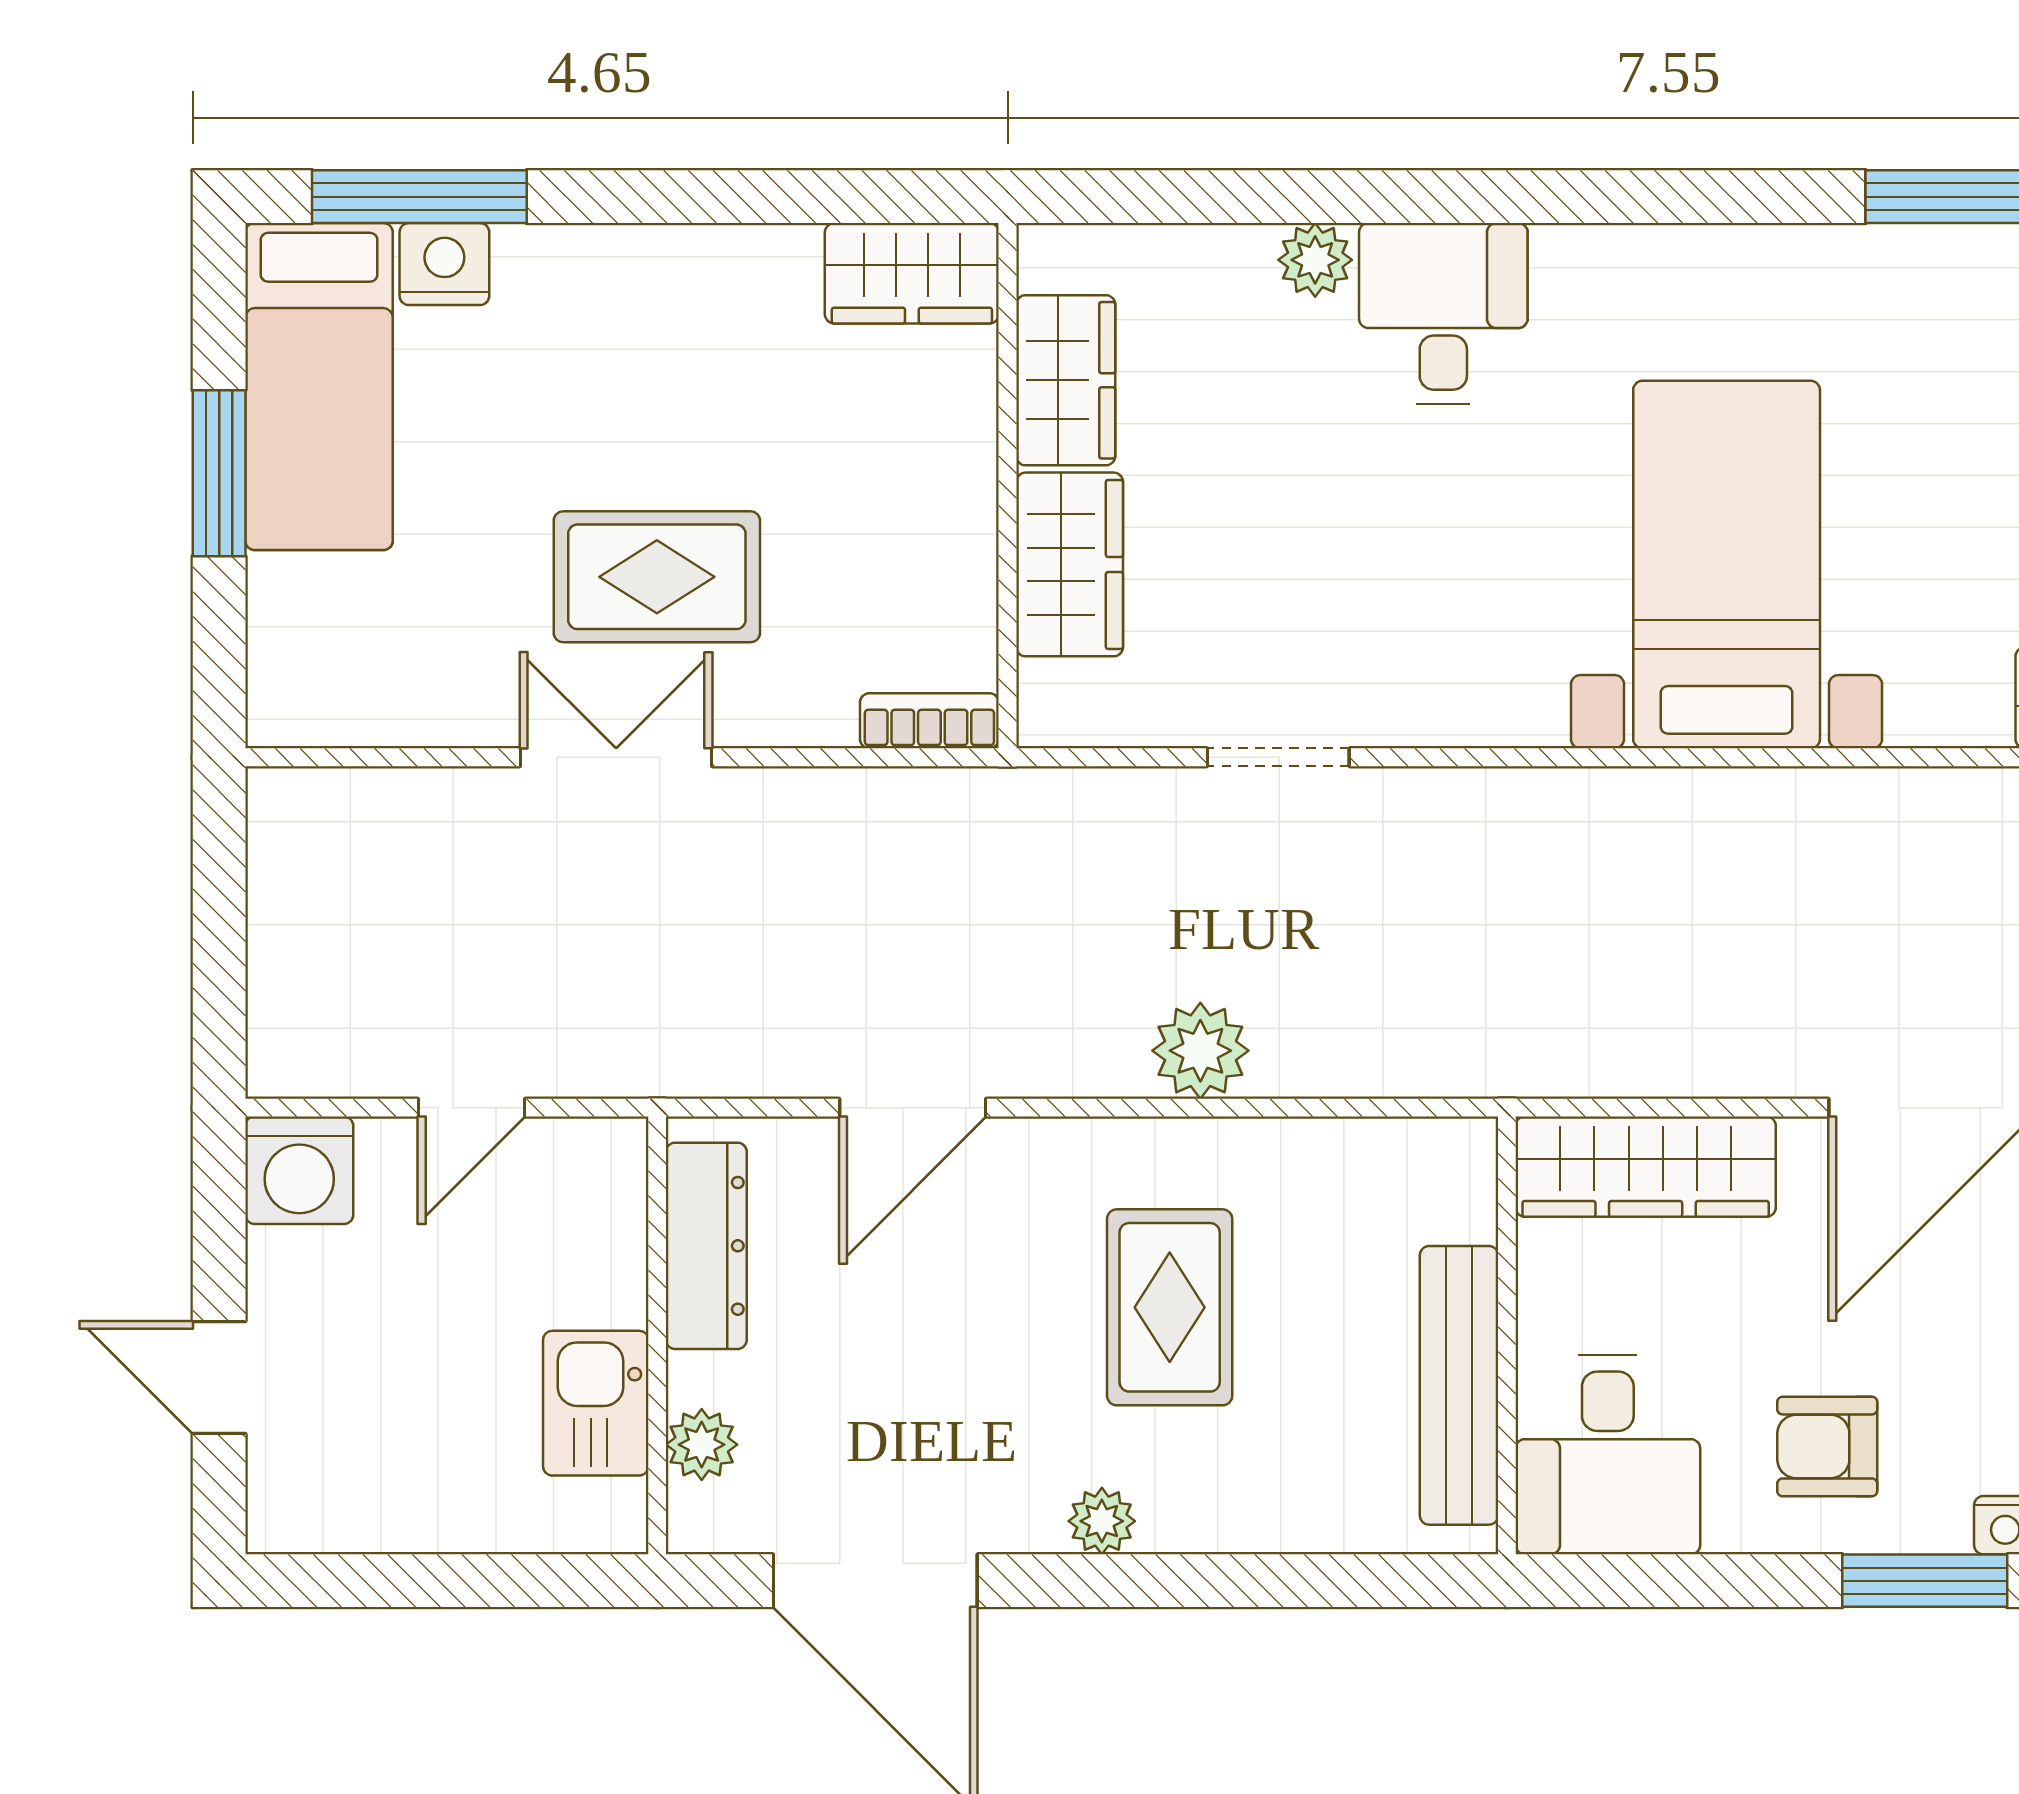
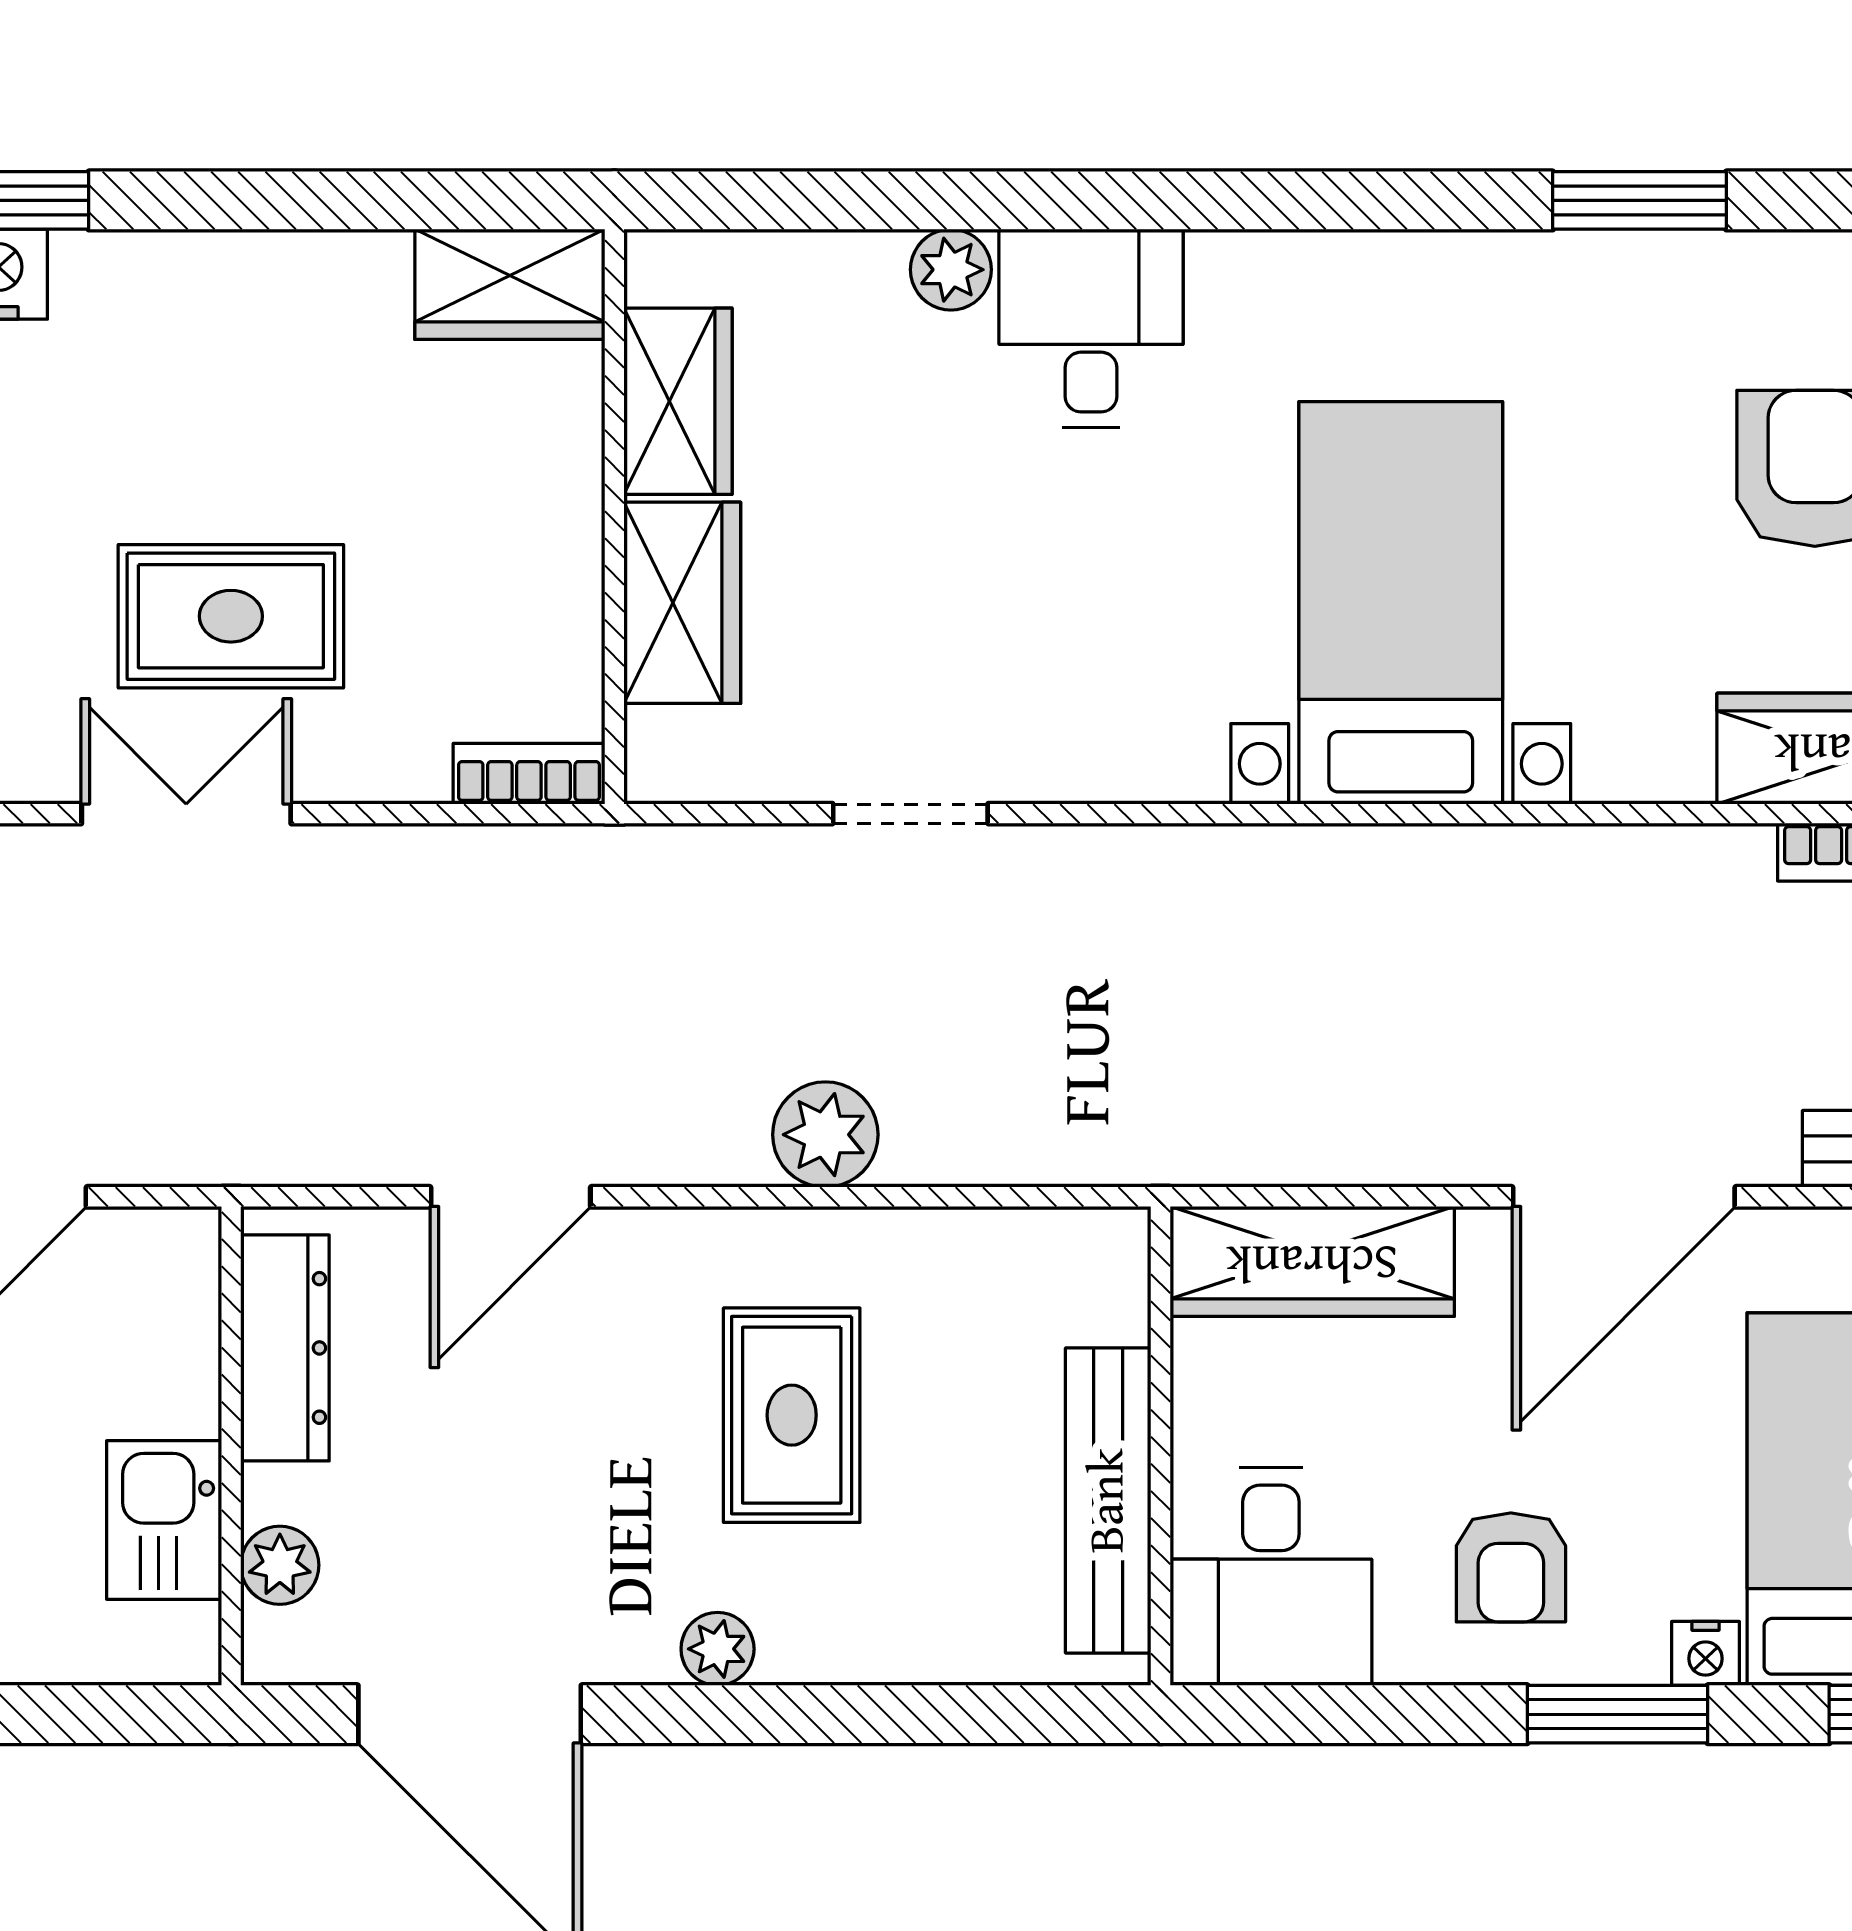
armchair: (1827, 1446) -> (1511, 1567), turned -90

